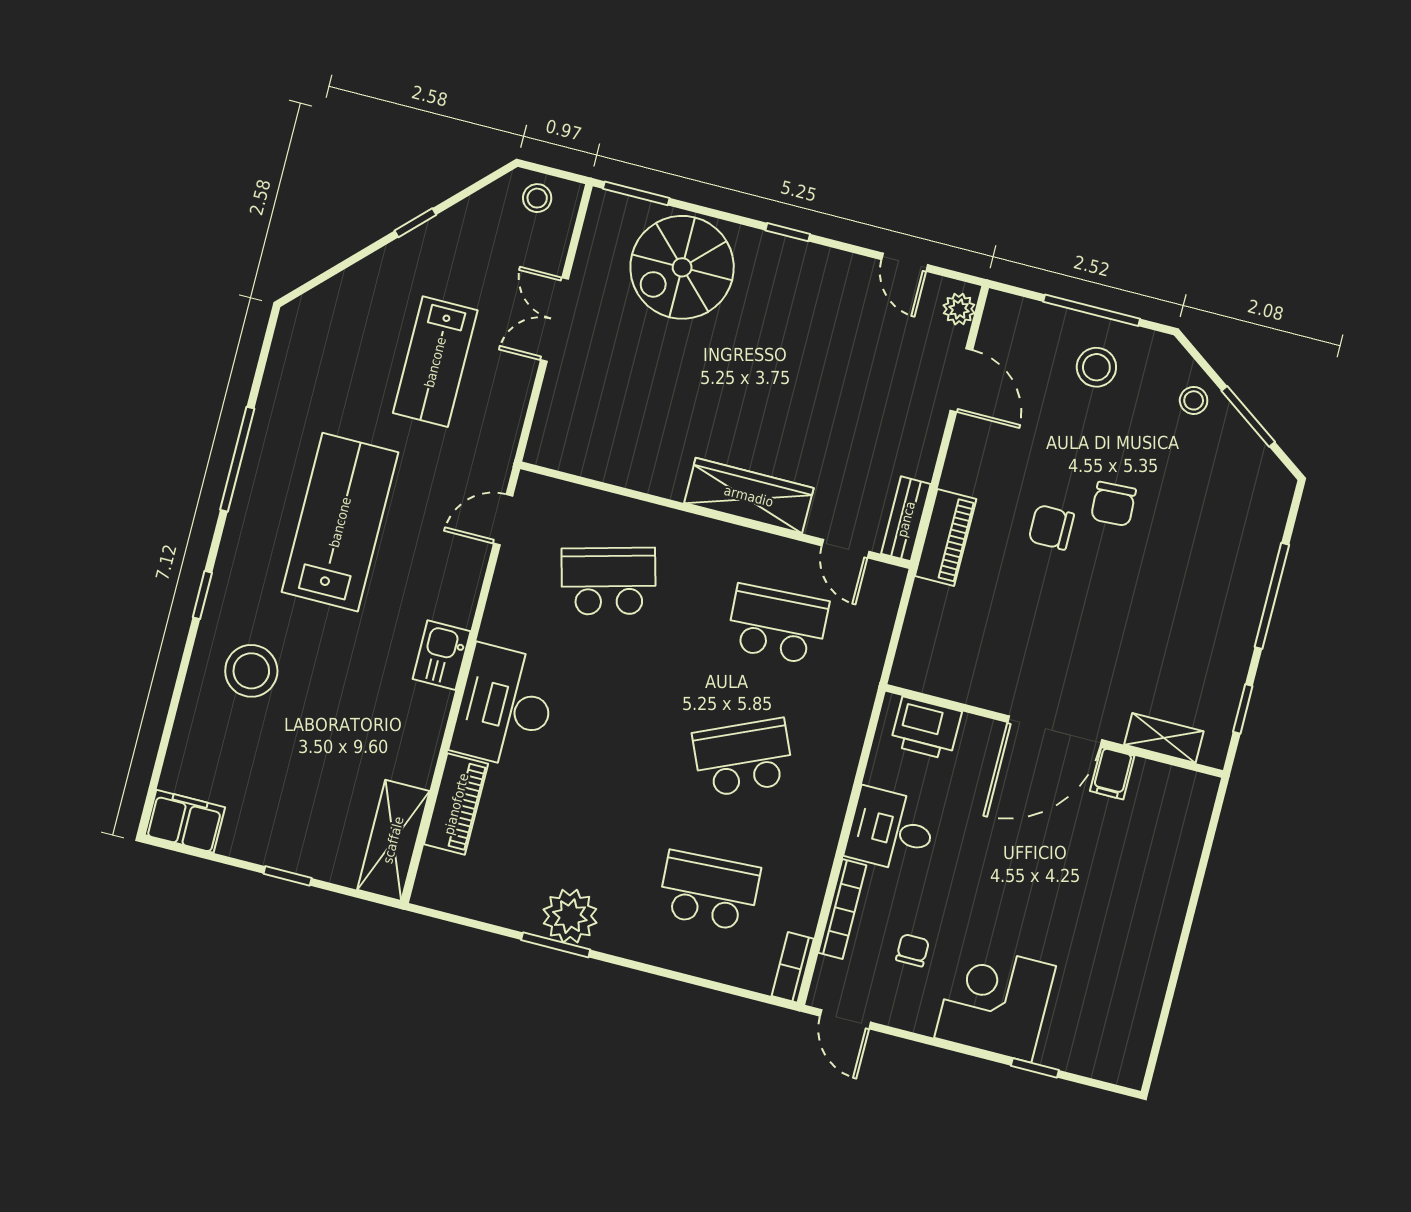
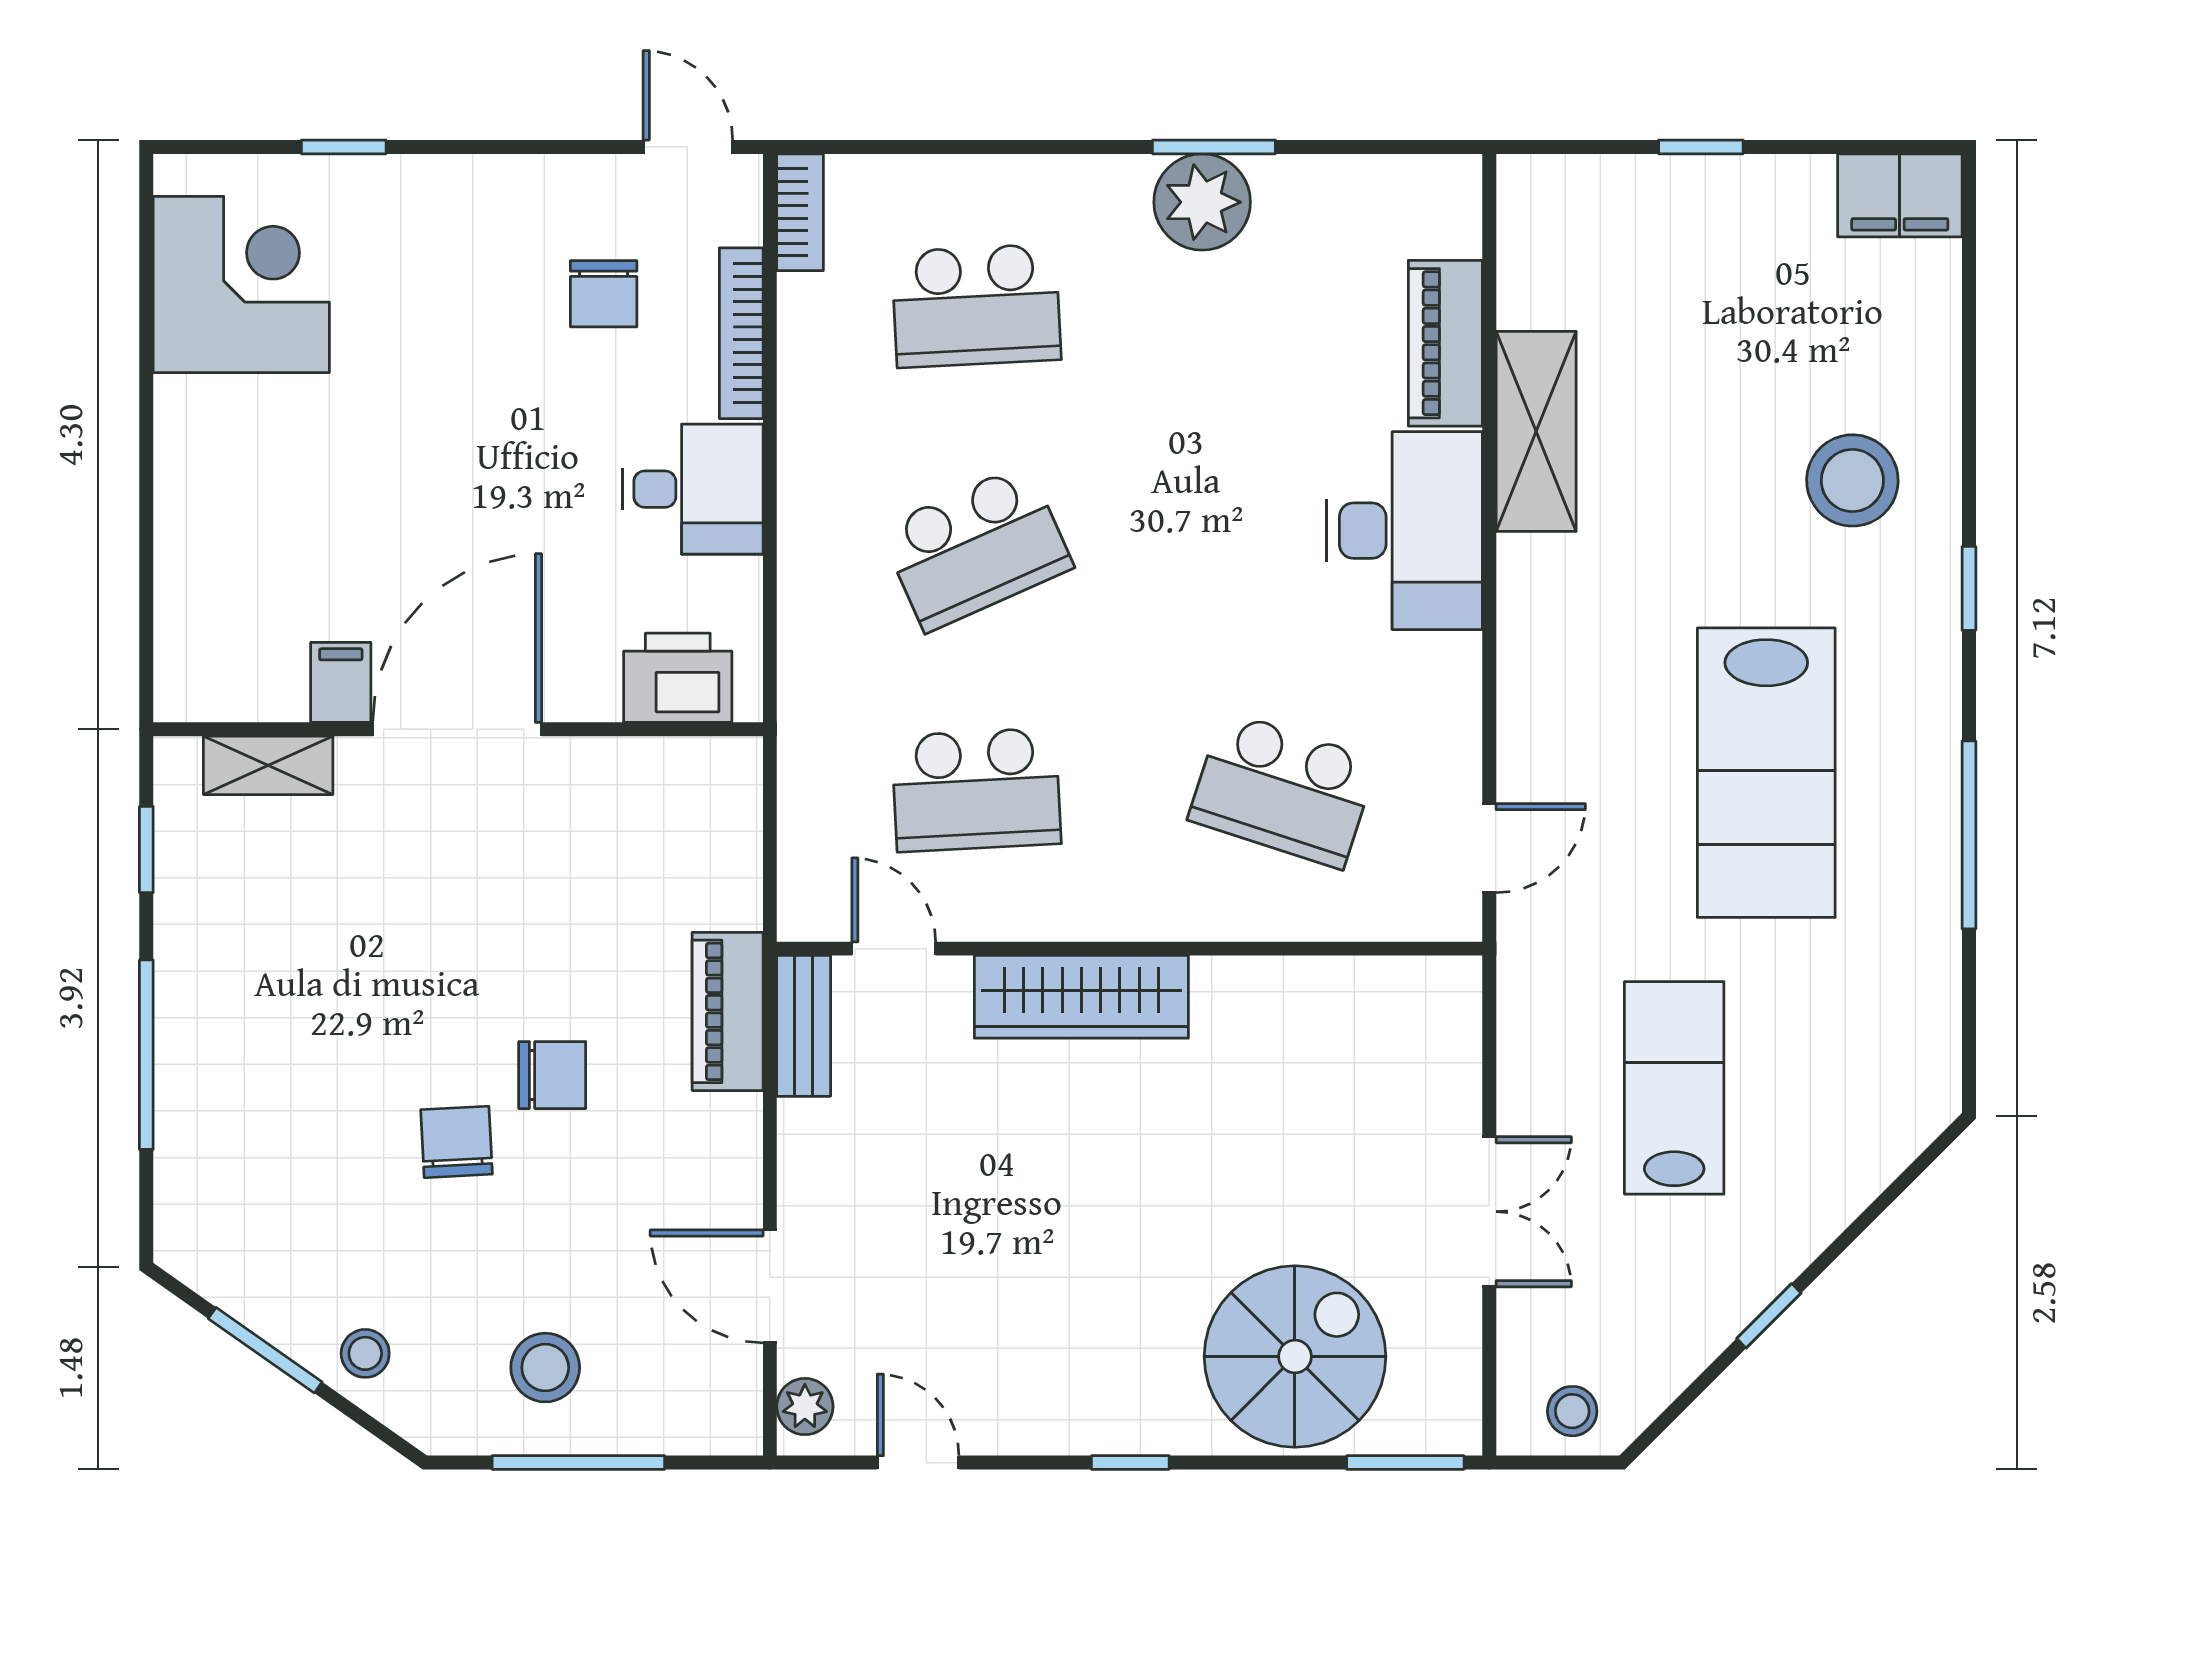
school desk: (609, 581) -> (1283, 790), turned 33
kitchen sink: (442, 655) -> (1535, 591), removed
shelving: (393, 840) -> (1536, 431), moved
chair: (913, 950) -> (604, 294), width x1.37, depth x1.37
corner desk: (995, 1002) -> (241, 284), moved, turned -90

